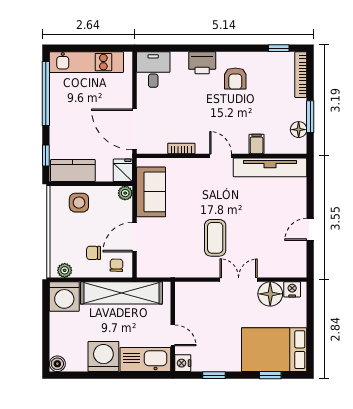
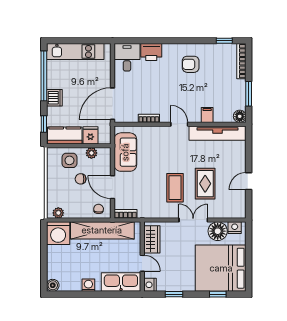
printer: (202, 63) -> (151, 52), moved
armchair: (235, 79) -> (191, 64), turned 90
dishwasher: (60, 122) -> (54, 98), added
door: (134, 129) -> (113, 104), hinge flipped
floor lamp: (299, 130) -> (240, 116), moved
fridge: (123, 170) -> (90, 135), moved
plant: (125, 193) -> (91, 153), moved
rug: (254, 233) -> (205, 184), added
door: (134, 237) -> (113, 187), hinge flipped
chair: (94, 253) -> (81, 179), moved
bookcase: (151, 272) -> (126, 214), added
wardrobe: (185, 304) -> (152, 239), added
bed: (274, 350) -> (221, 268), width x1.36
washing machine: (103, 356) -> (88, 285), width x0.53, depth x0.53

